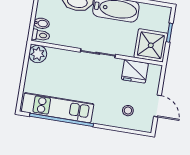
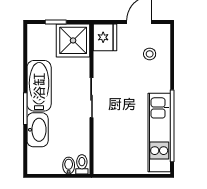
plant: (38, 54) -> (103, 164), removed
fridge: (135, 71) -> (105, 37), moved

